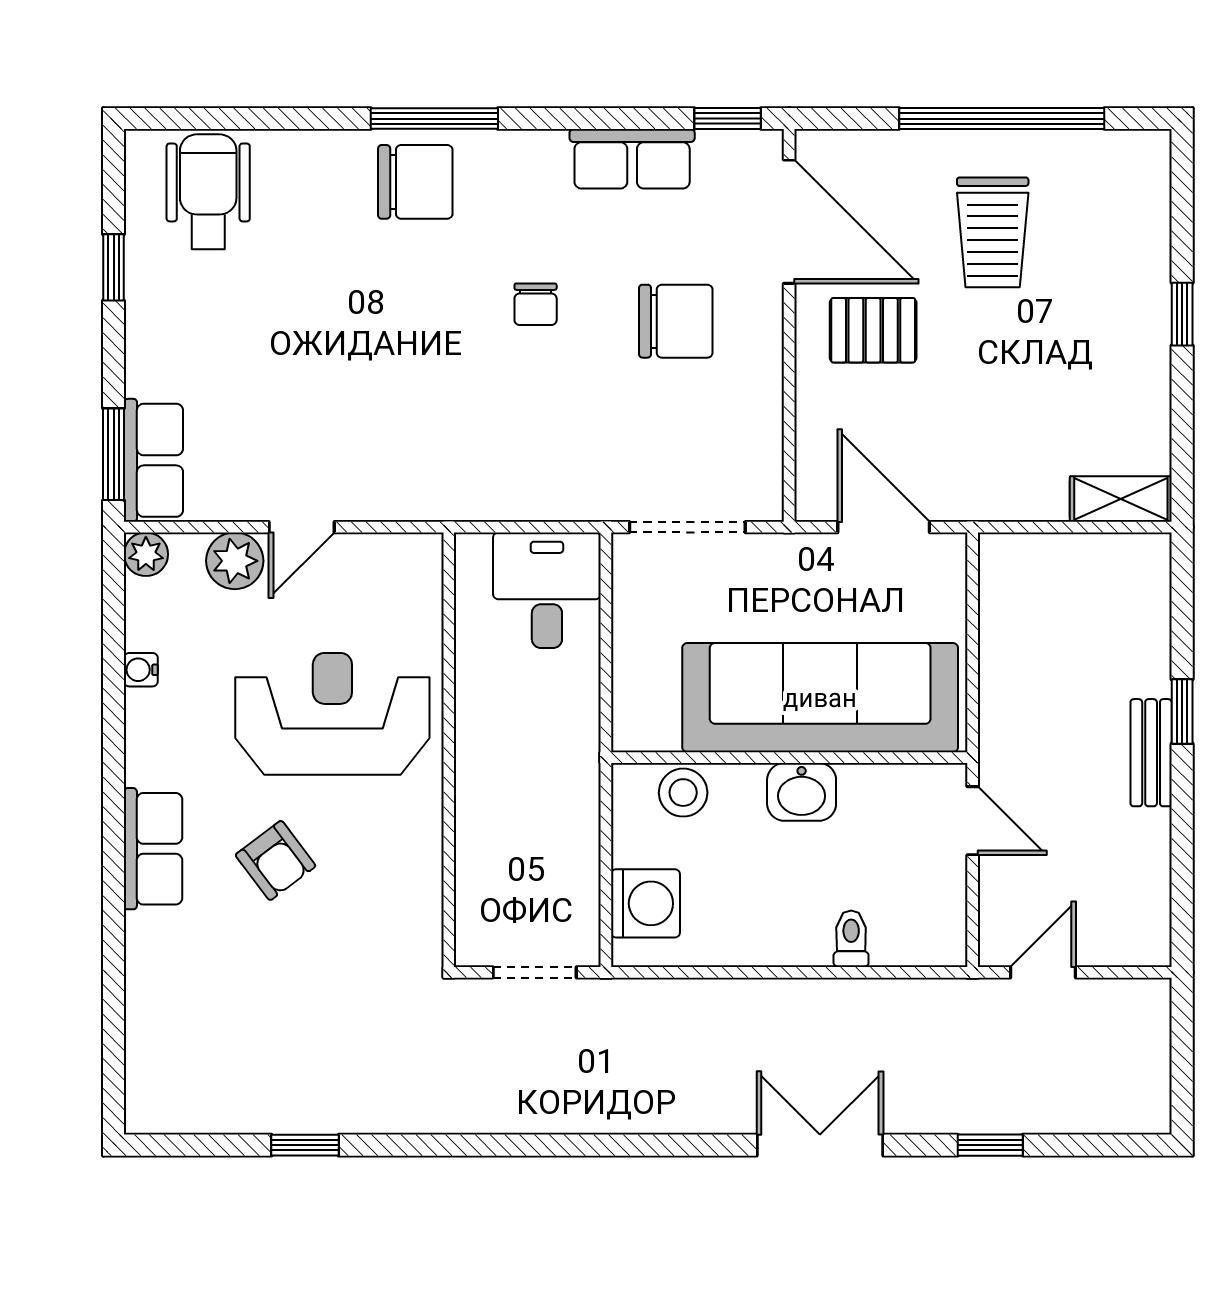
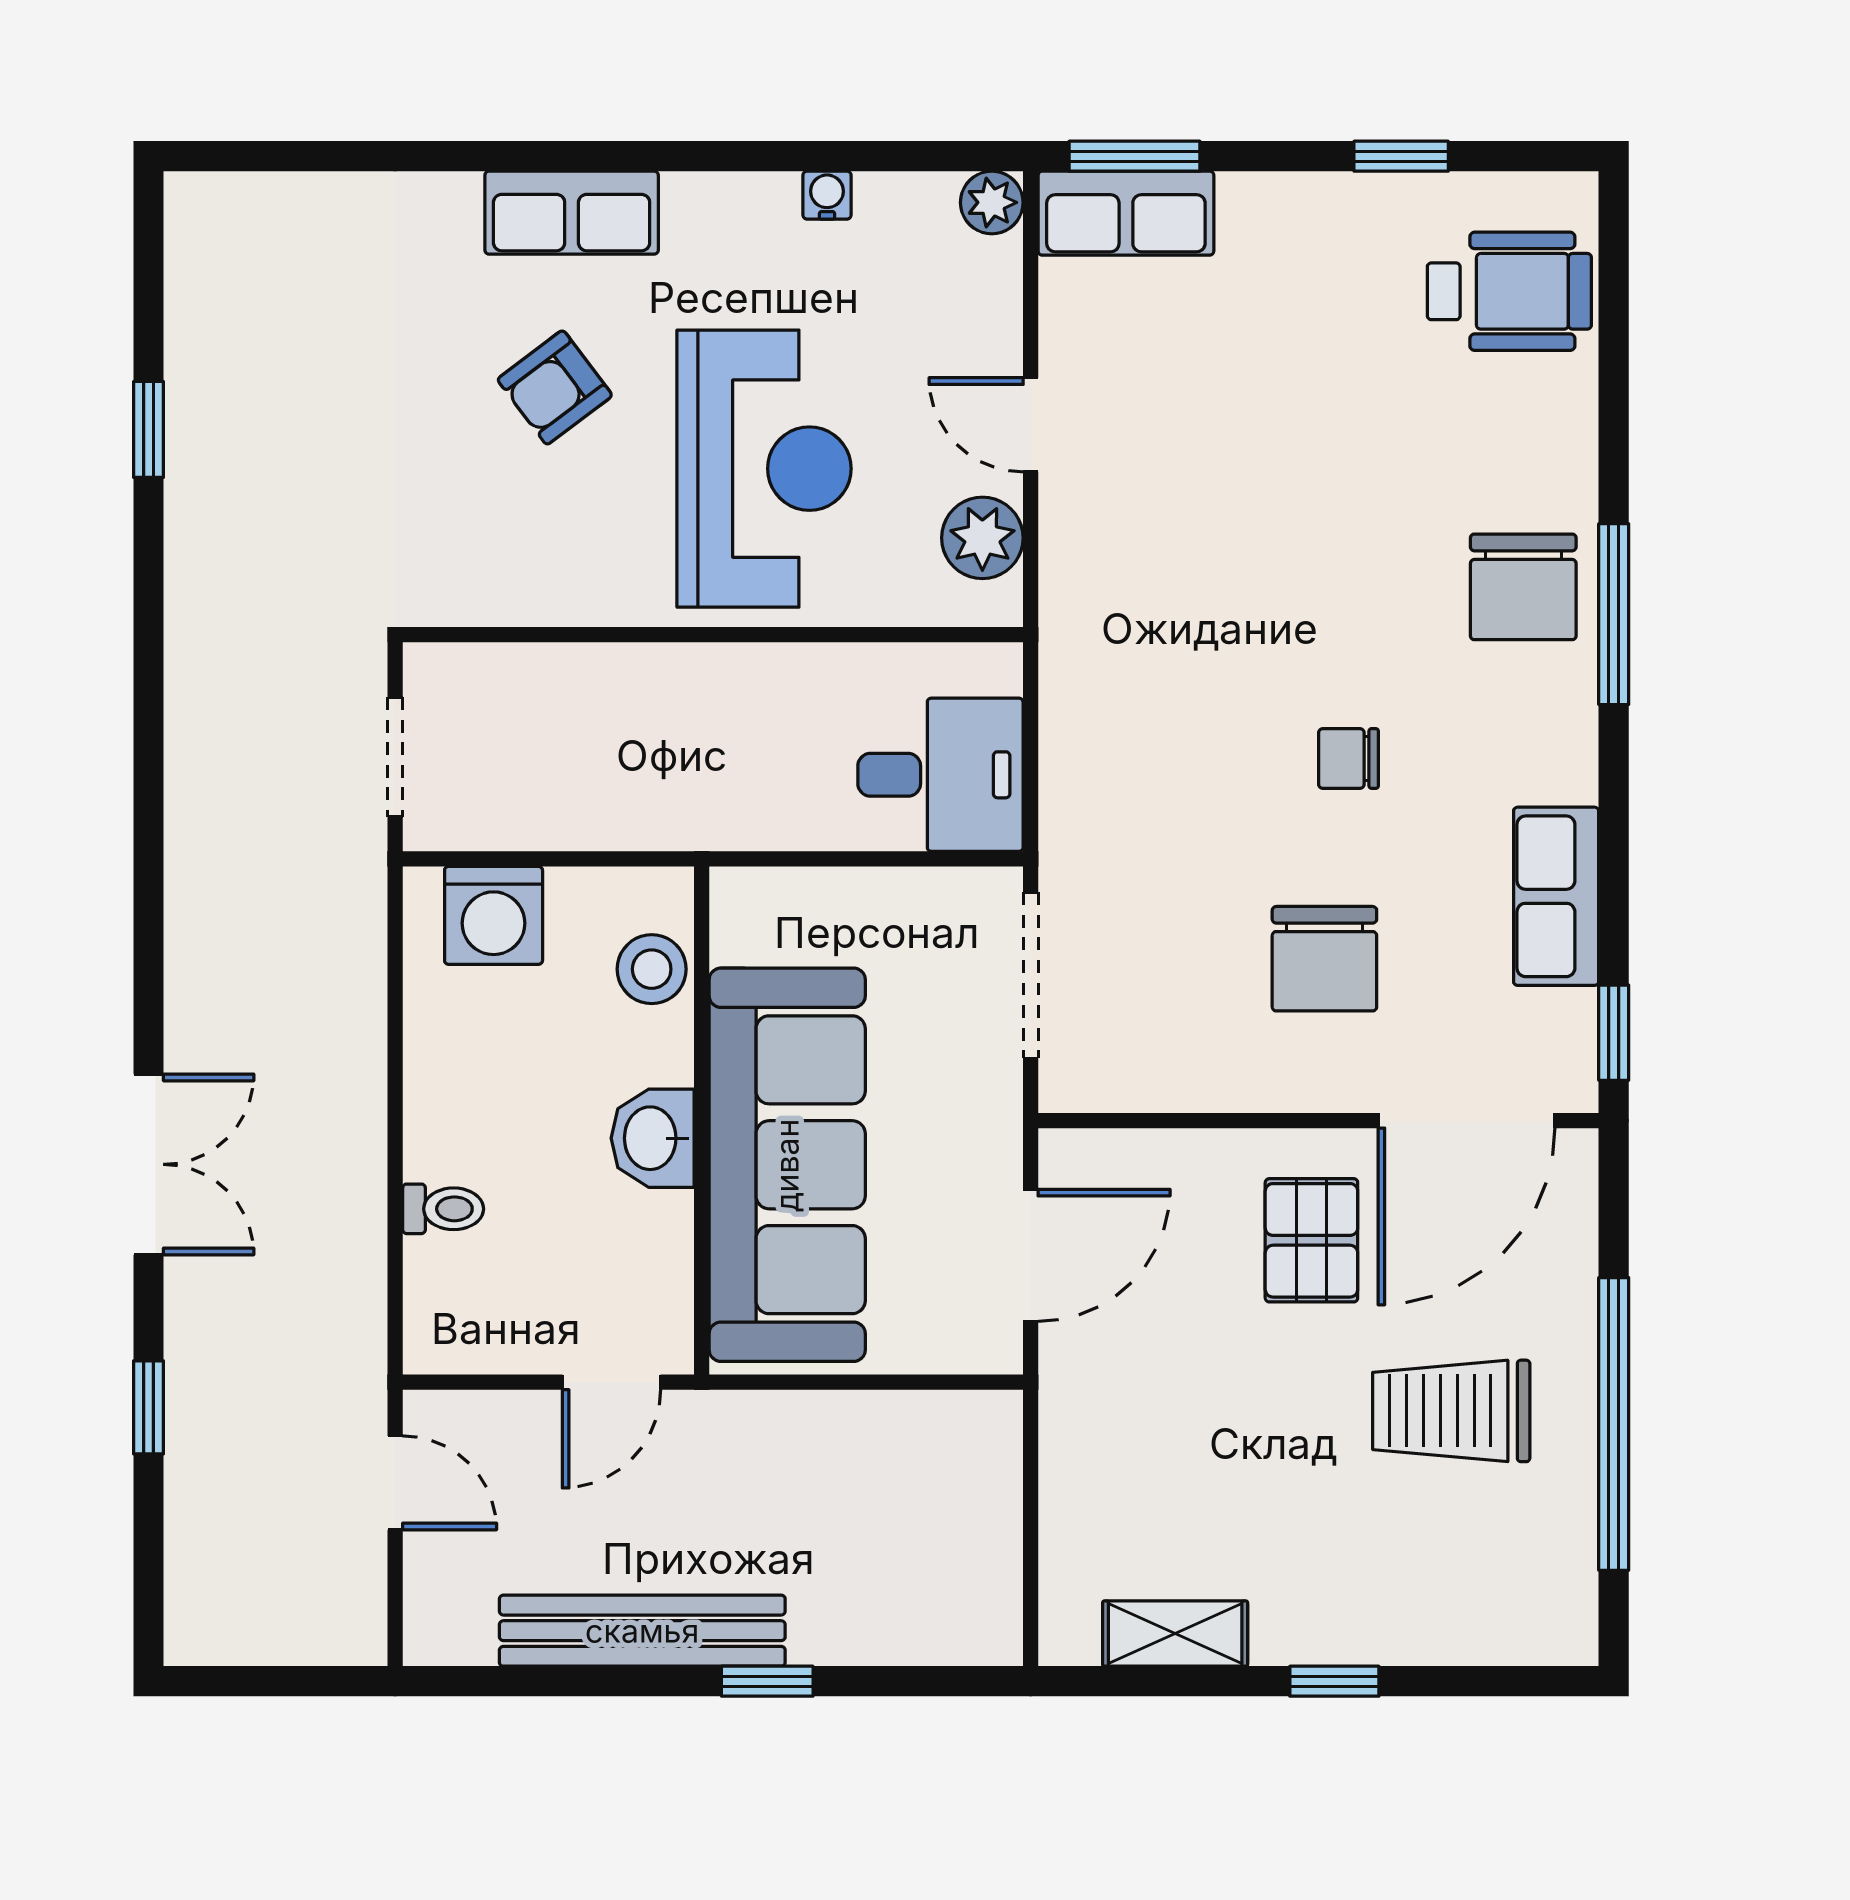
shelving: (1121, 499) -> (1175, 1634), moved, turned 90
plant: (235, 561) -> (982, 538), moved
bench: (1151, 753) -> (642, 1631), width x1.86, depth x1.21

